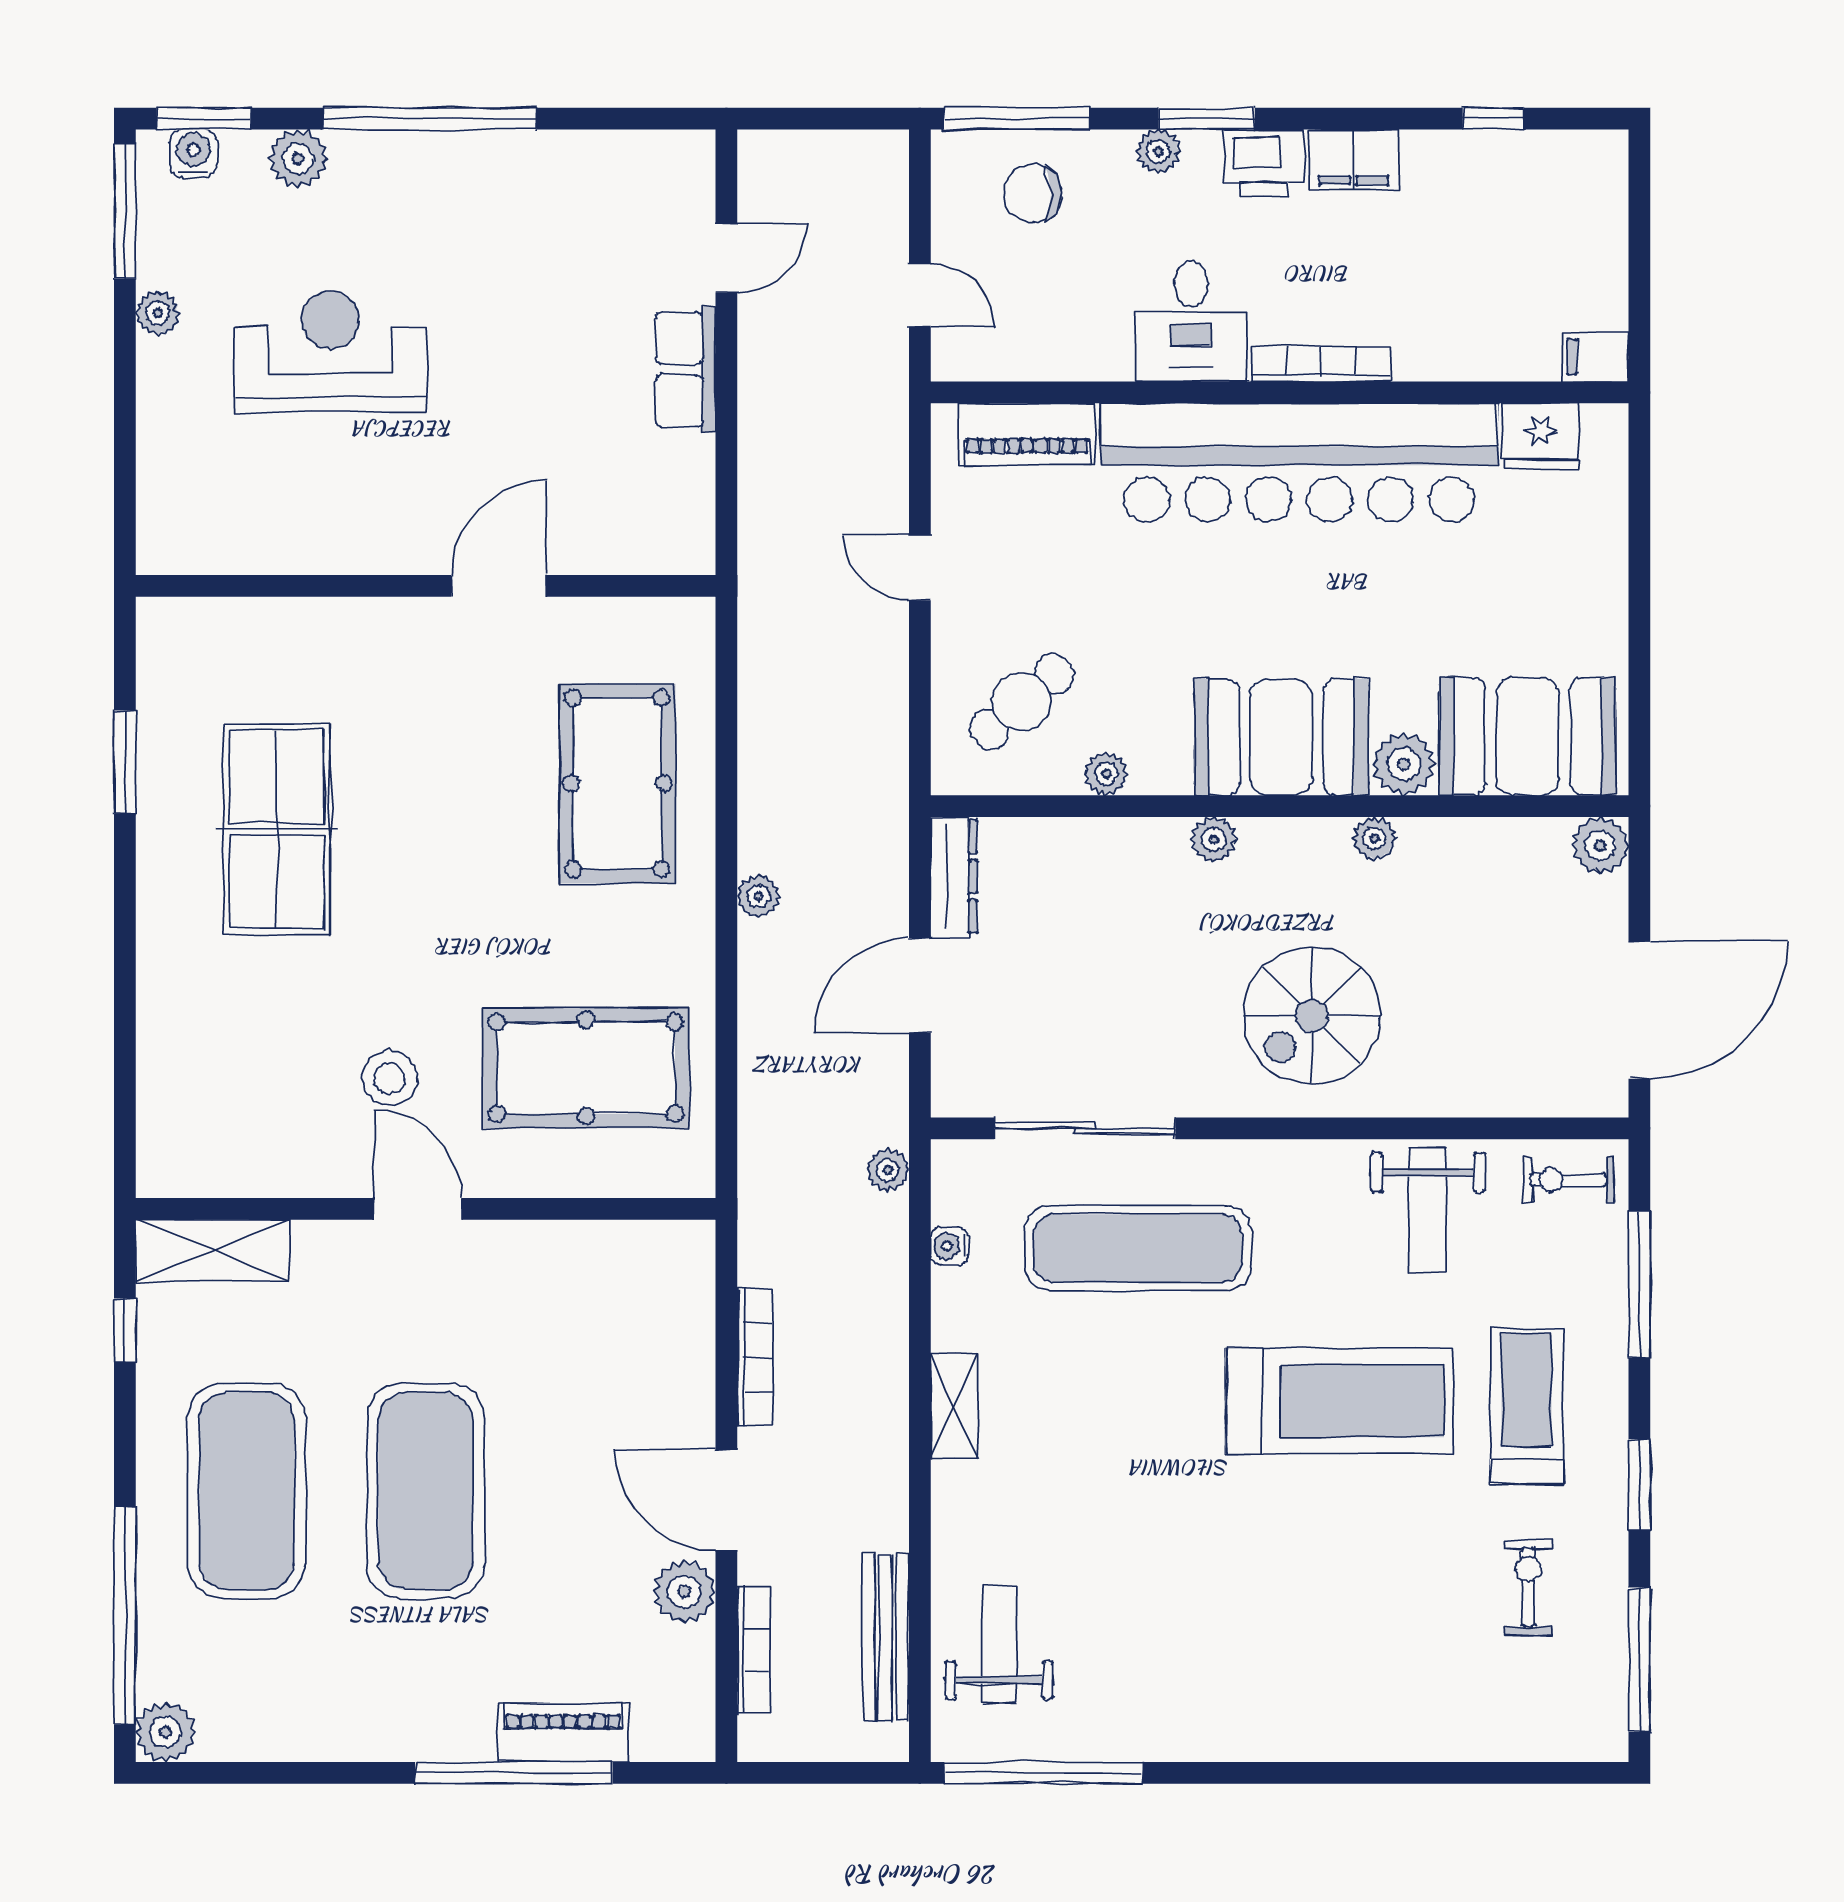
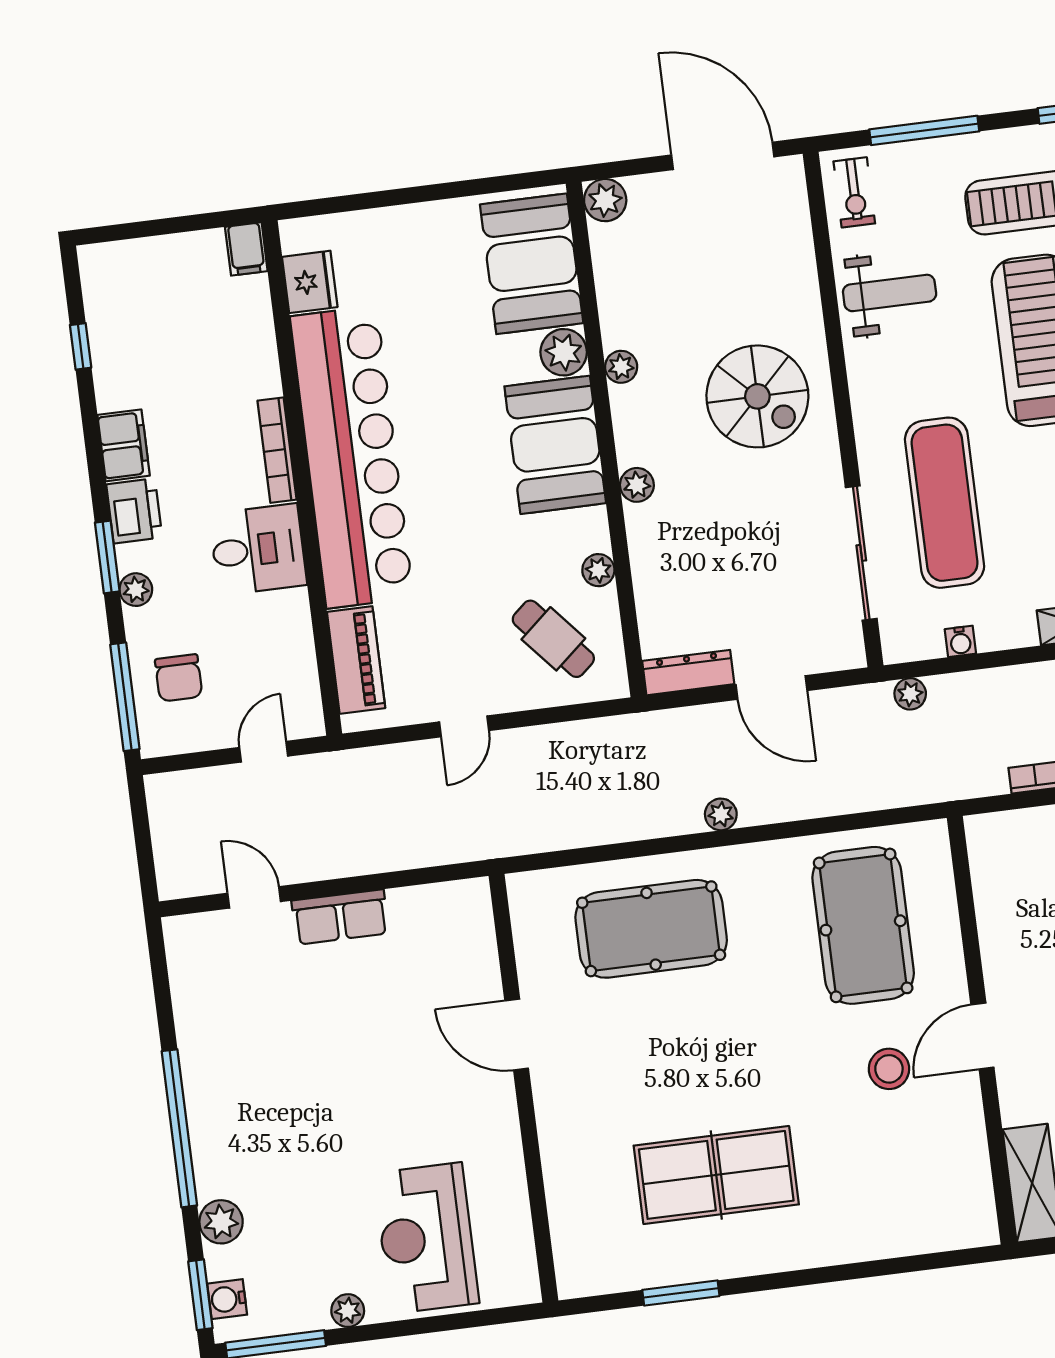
reception desk: (330, 351) -> (426, 1238), moved

